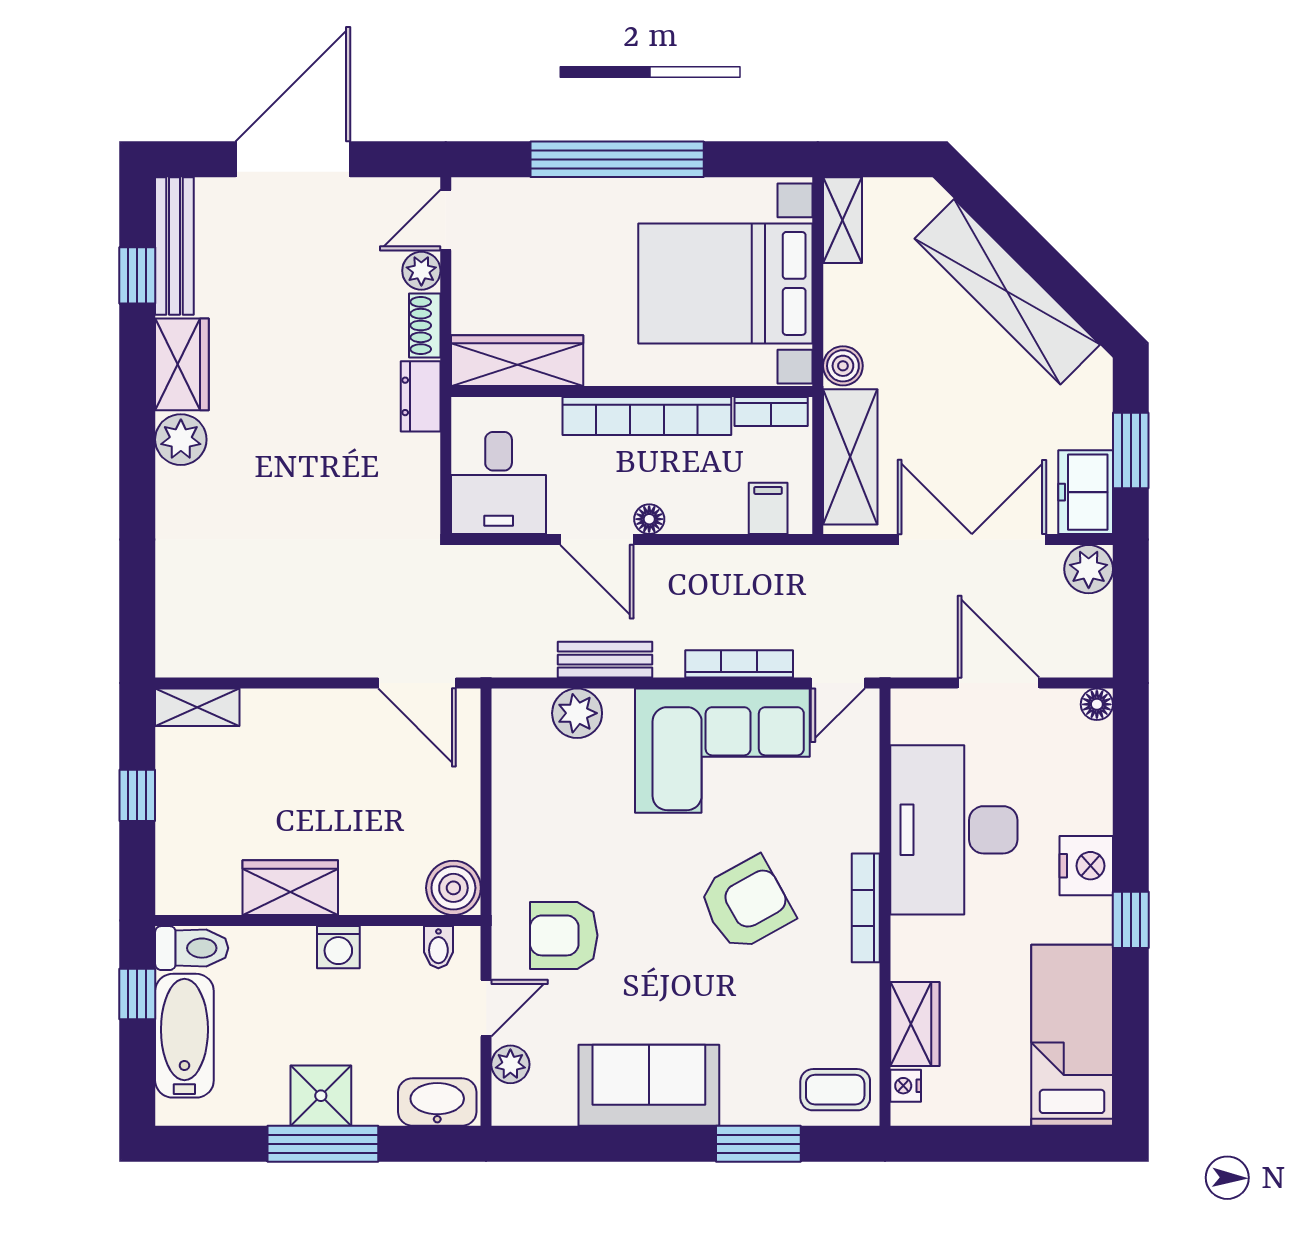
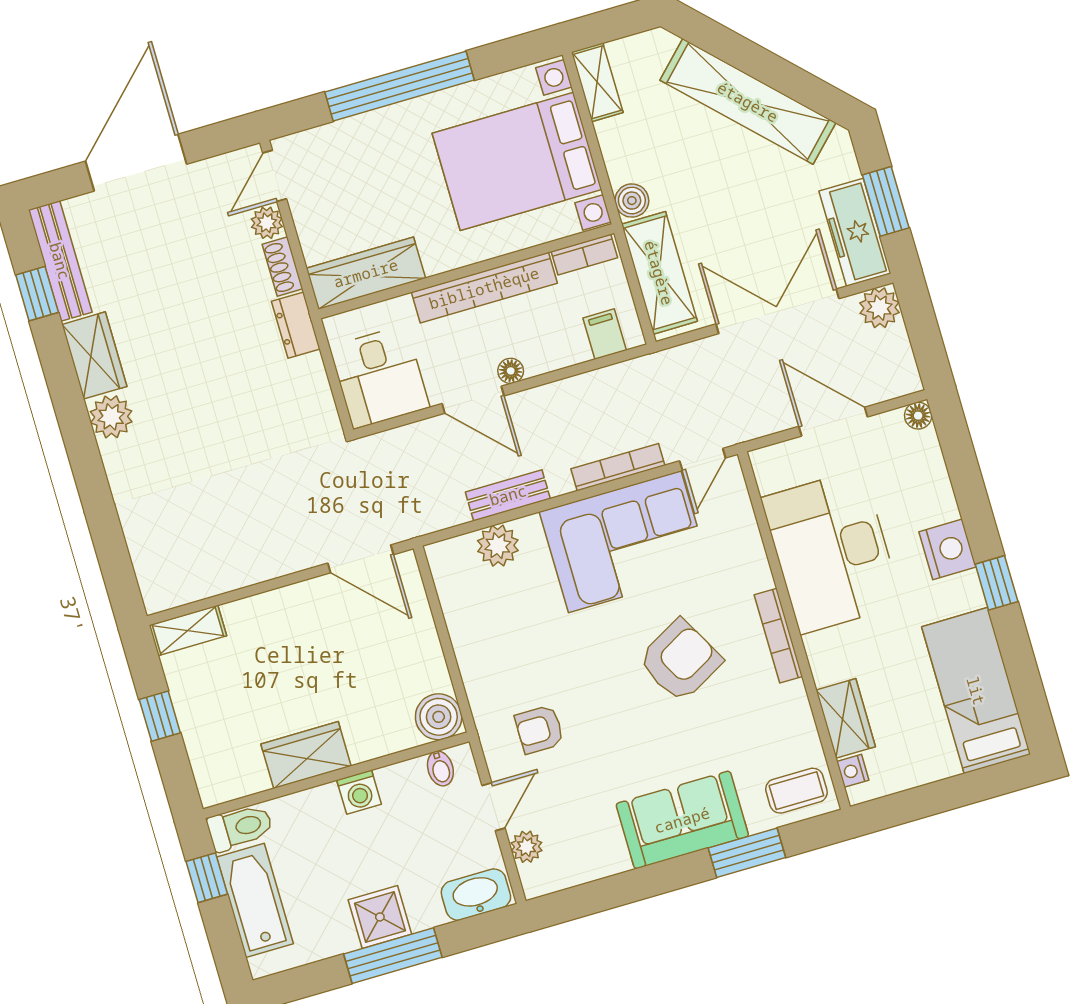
freezer: (1086, 492) -> (855, 232), width x1.40
armchair: (564, 935) -> (539, 729), width x0.72, depth x0.72
sofa: (649, 1085) -> (682, 820), moved

